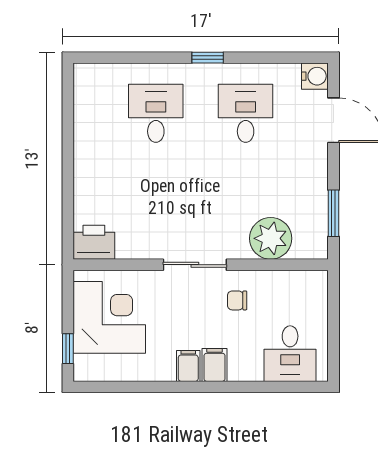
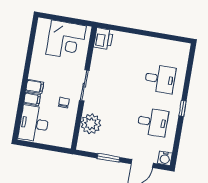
window: (333, 213) -> (108, 158), moved
window: (68, 349) -> (55, 18), removed
desk: (290, 354) -> (34, 124), width x1.37
filing cabinet: (188, 366) -> (32, 99), moved

